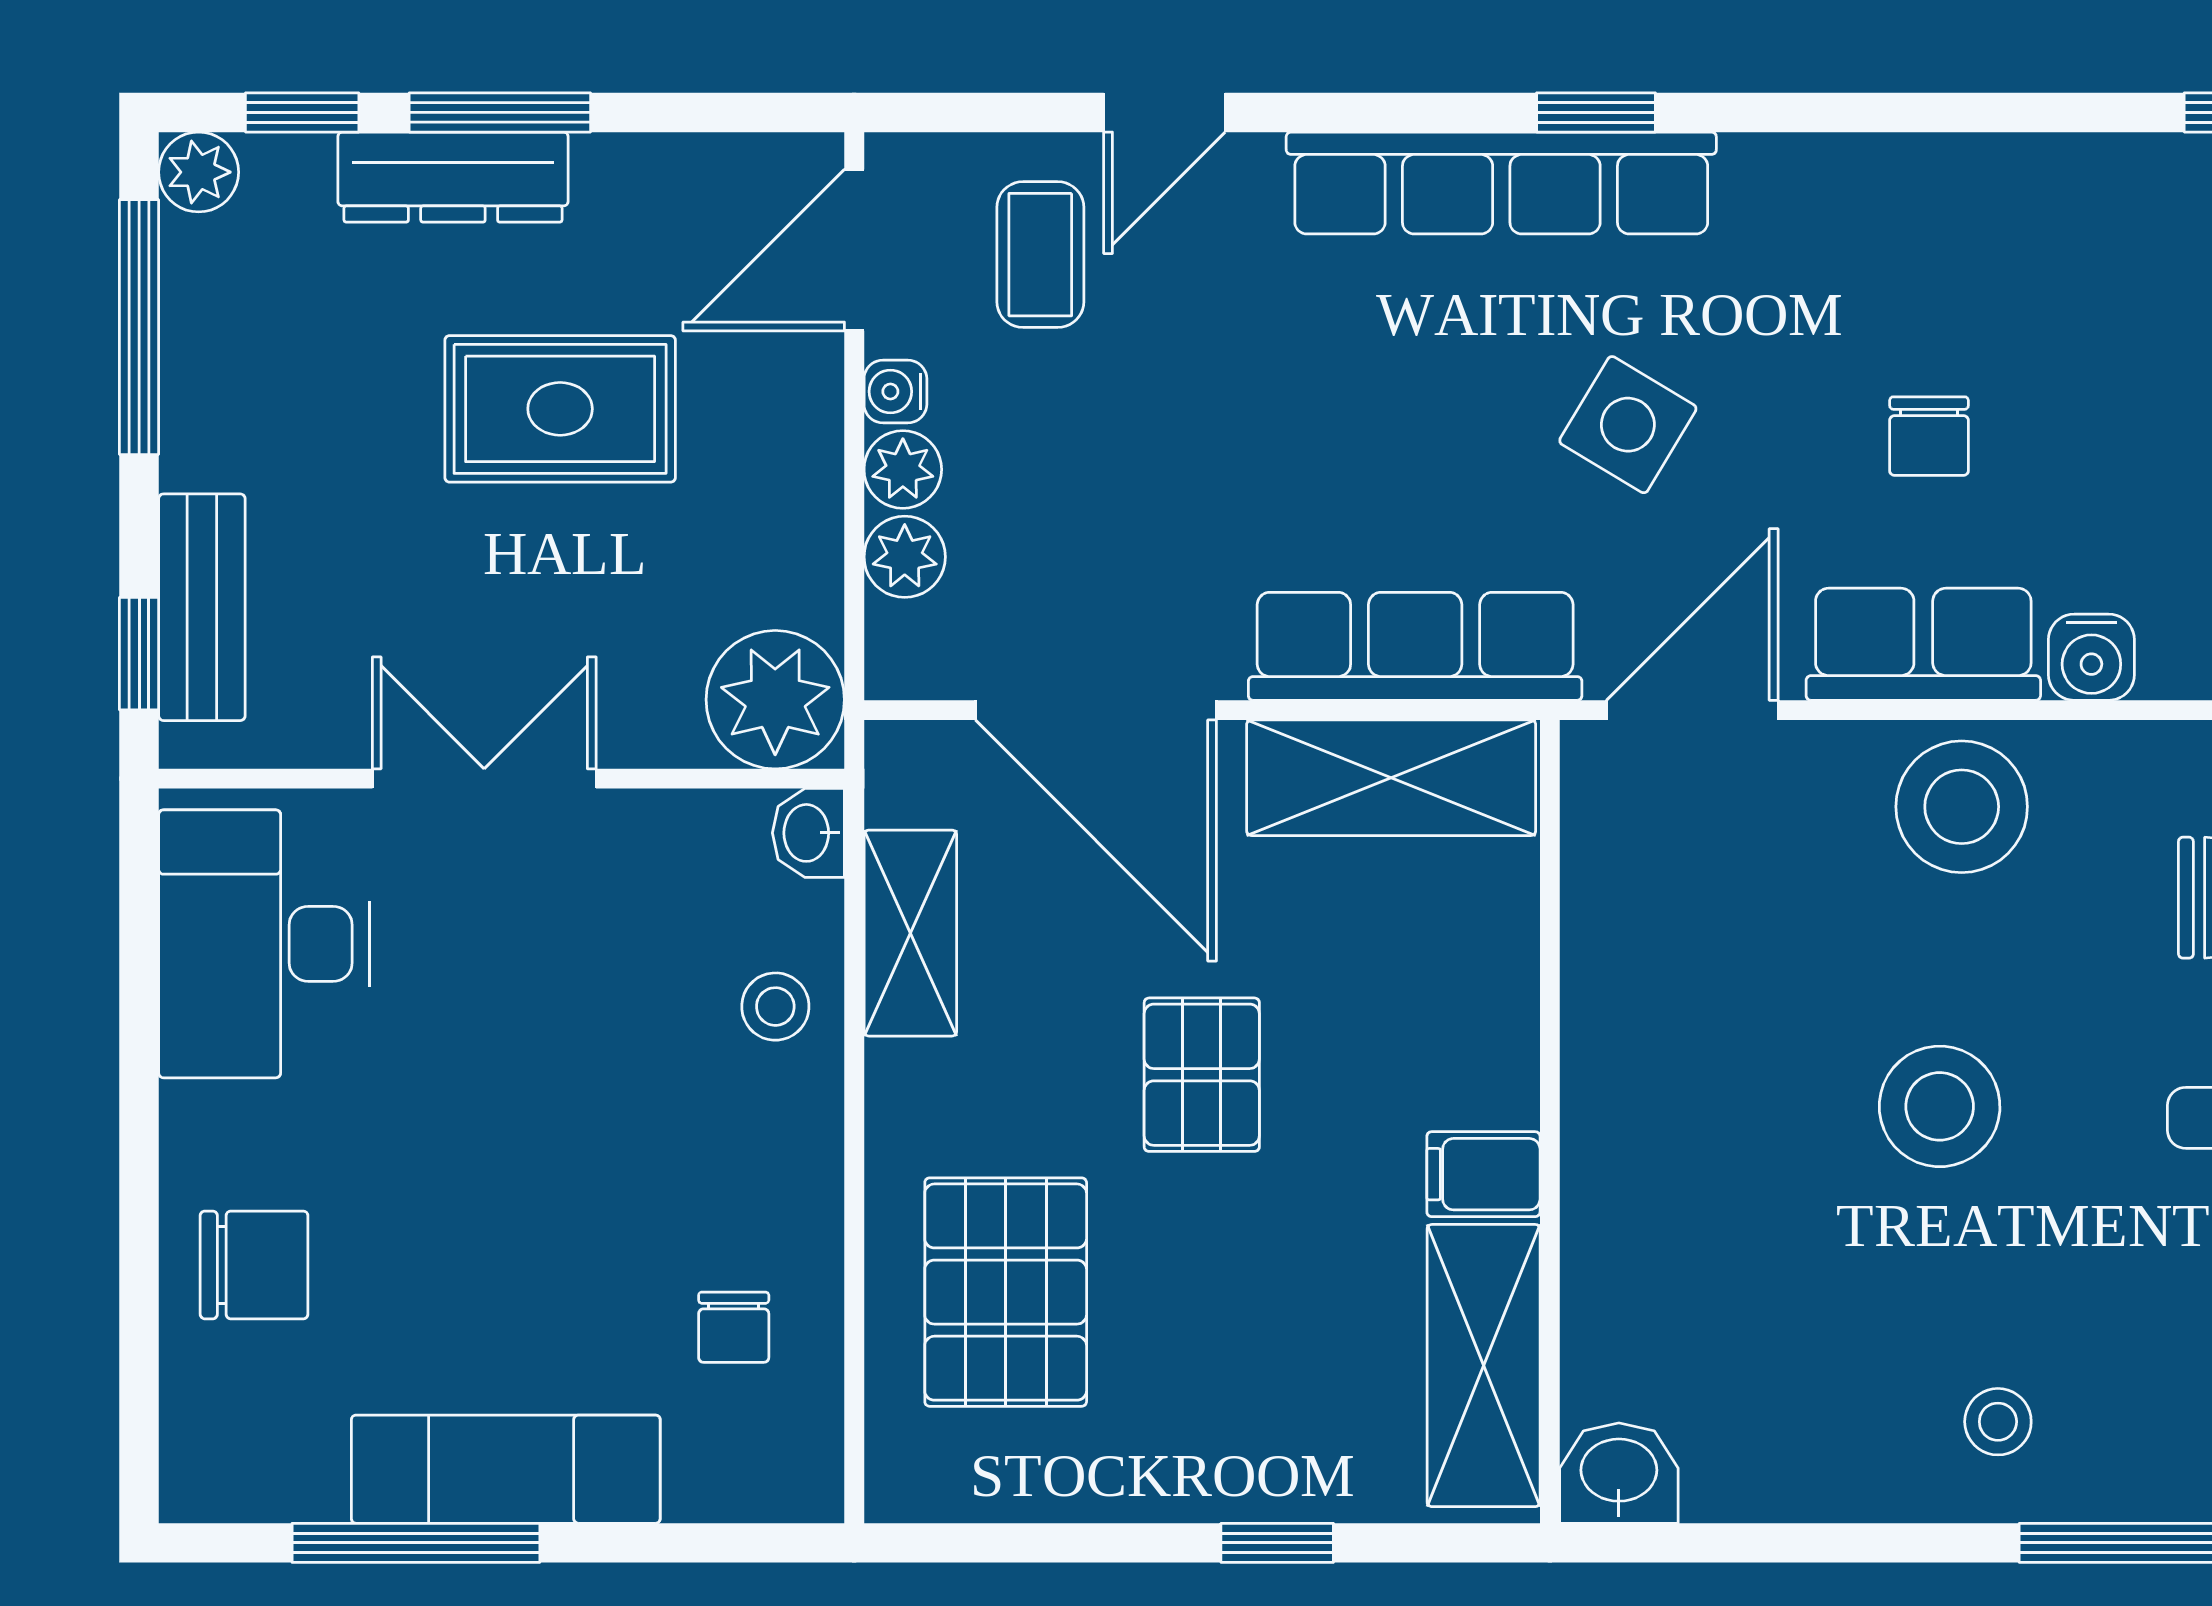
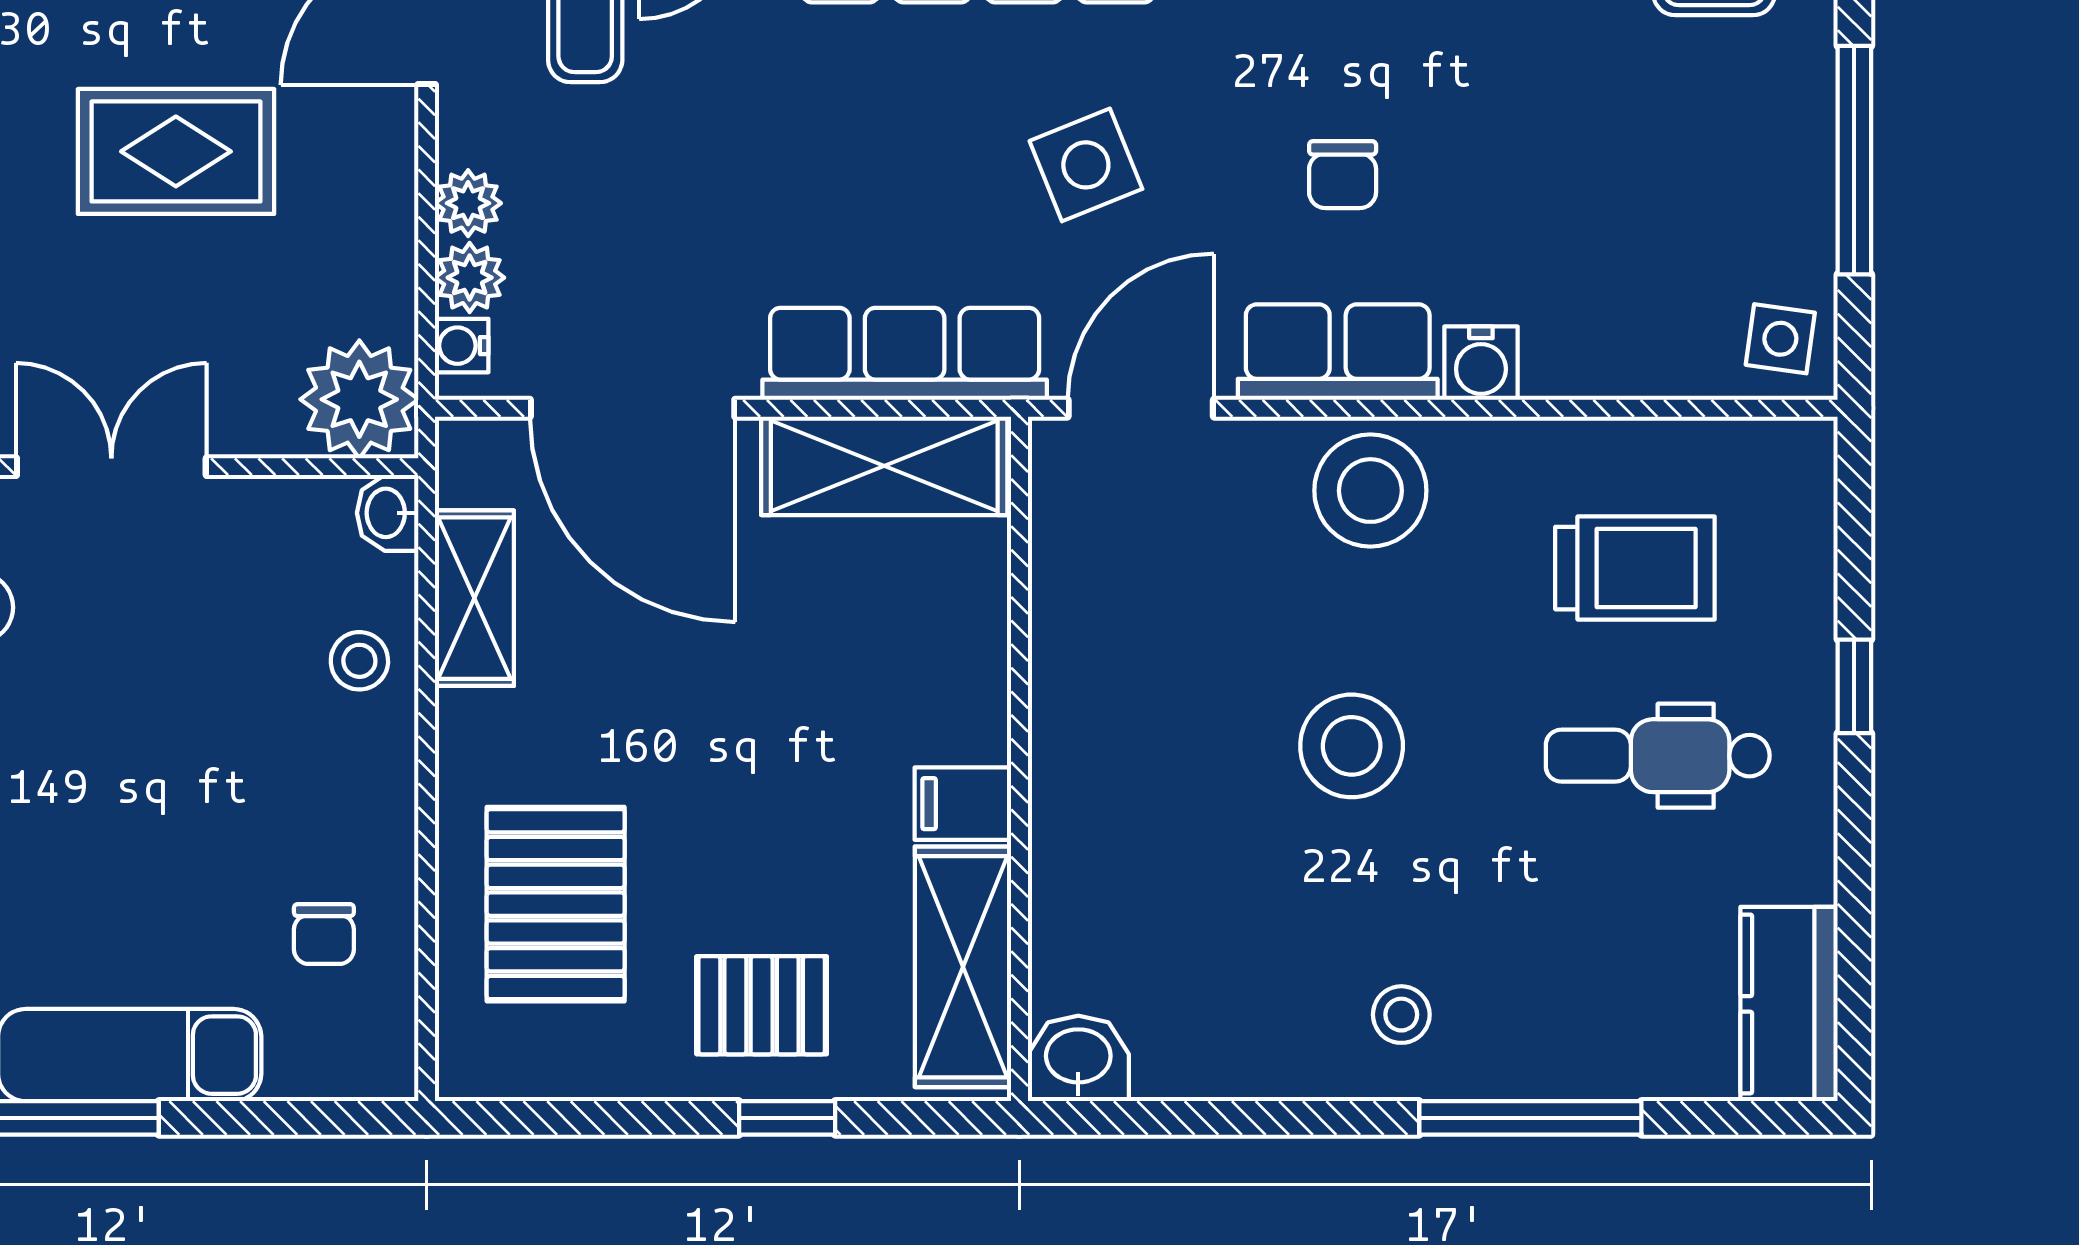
water cooler: (895, 391) -> (462, 346), moved
side table: (1628, 425) -> (1086, 165), turned 37
pallet: (1202, 1075) -> (762, 1005), moved, turned 90

